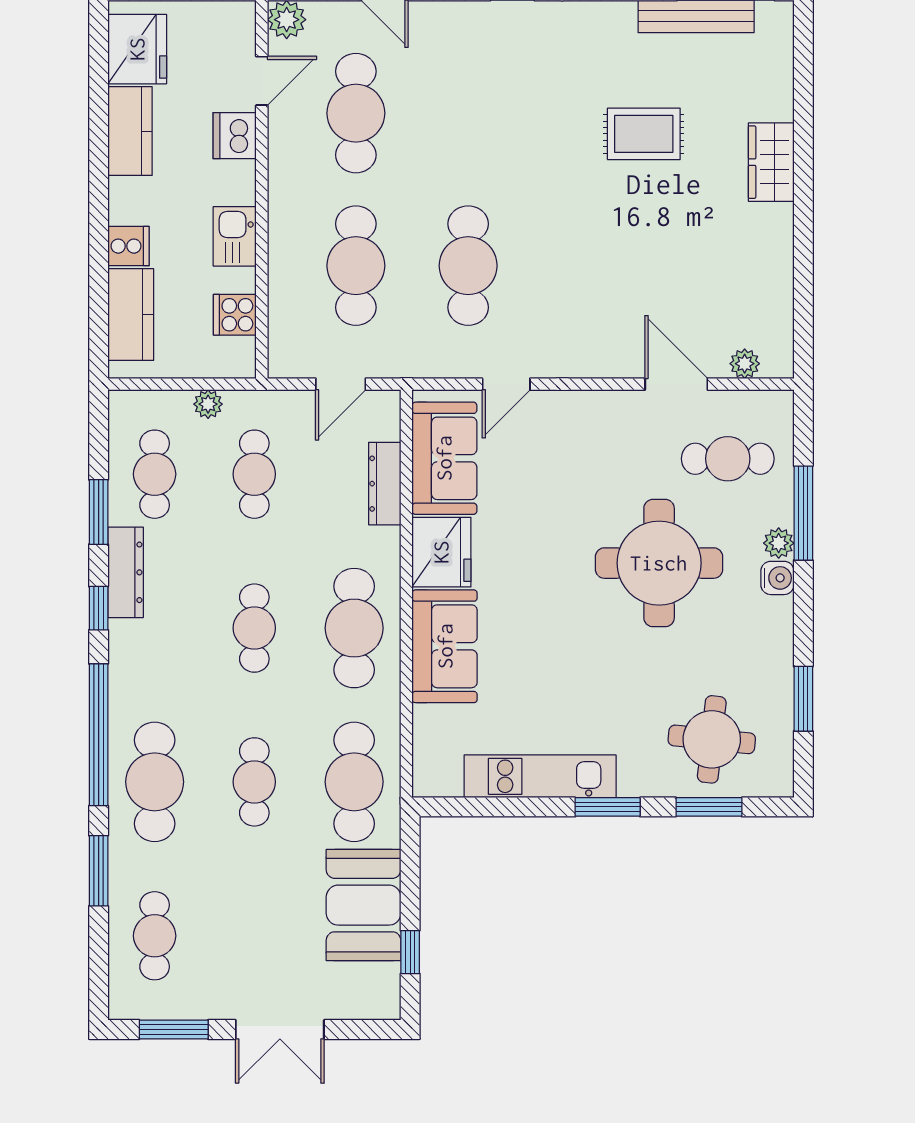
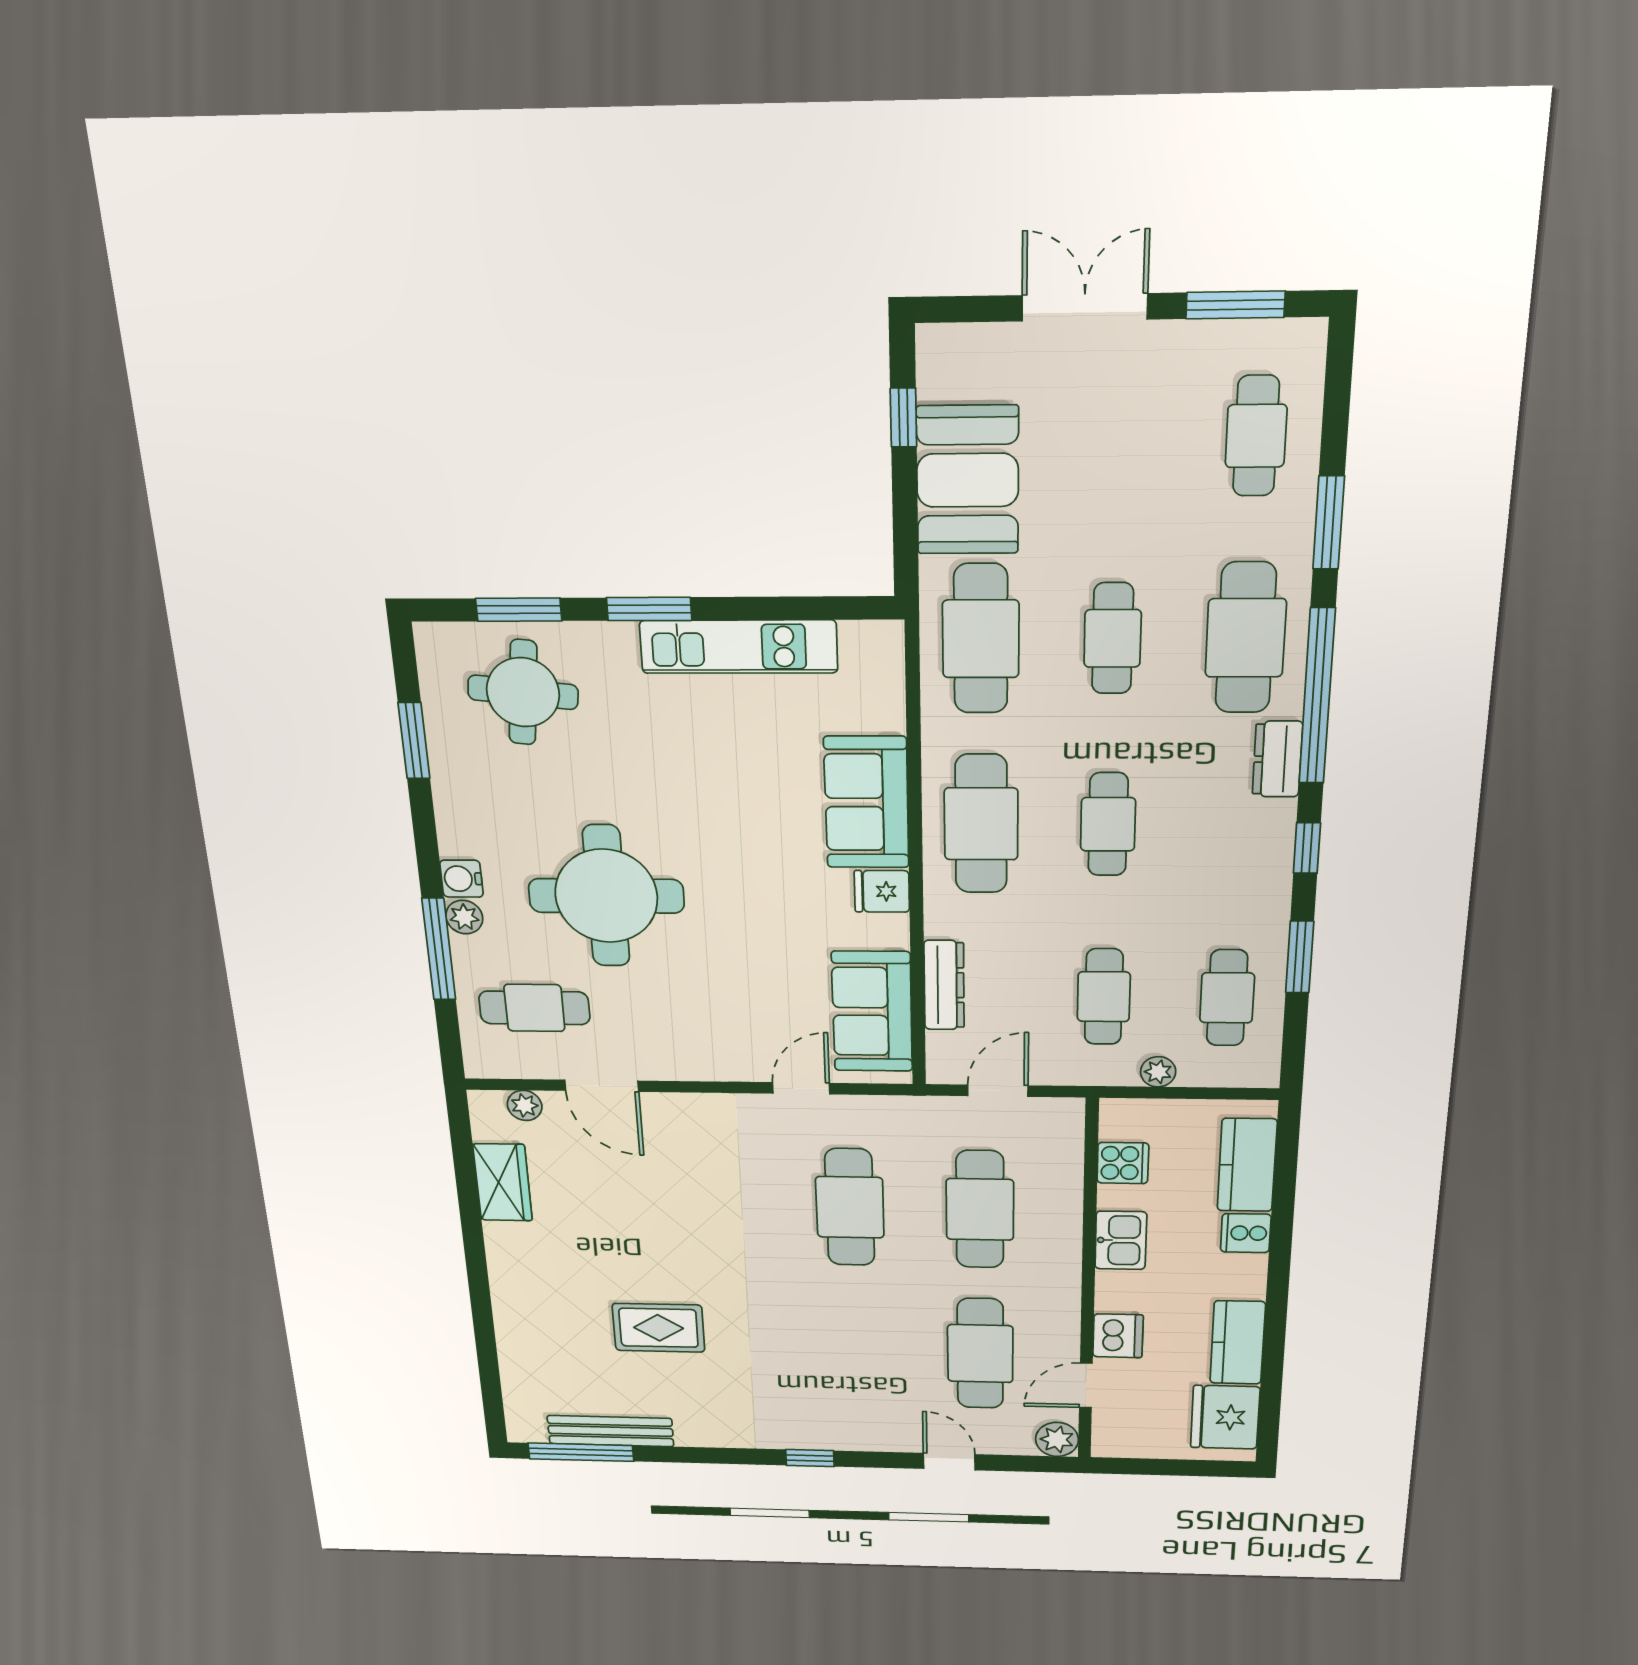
wardrobe: (771, 162) -> (503, 1182), moved
fridge: (441, 552) -> (882, 891), width x0.53, depth x0.75
dresser: (126, 572) -> (1277, 759), moved, width x0.70

